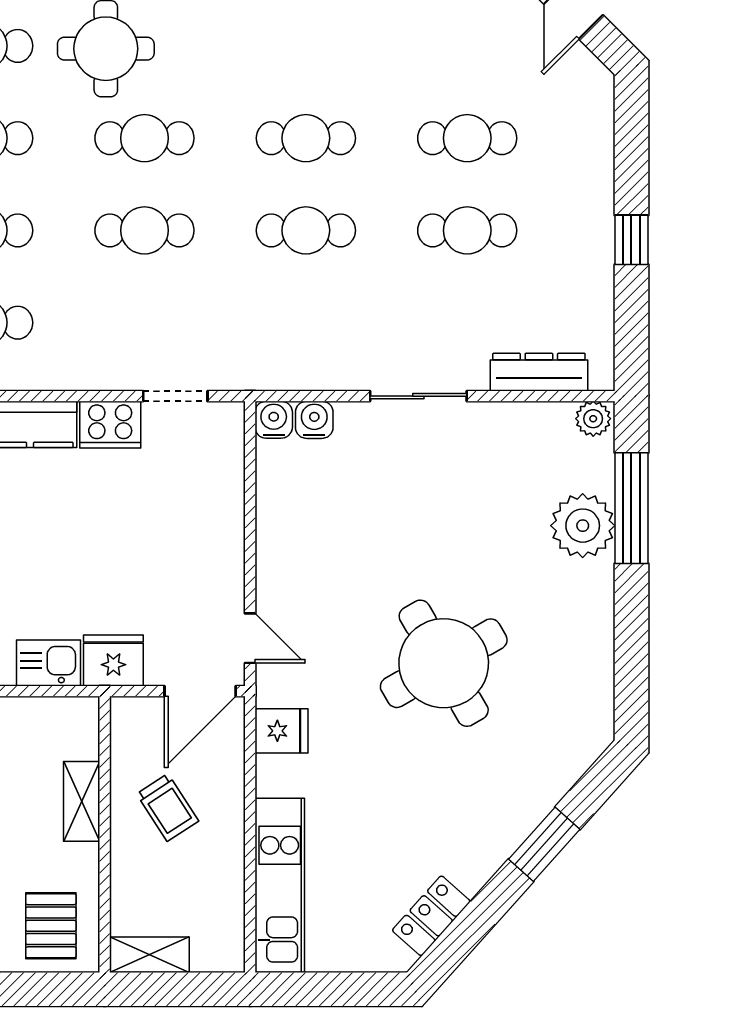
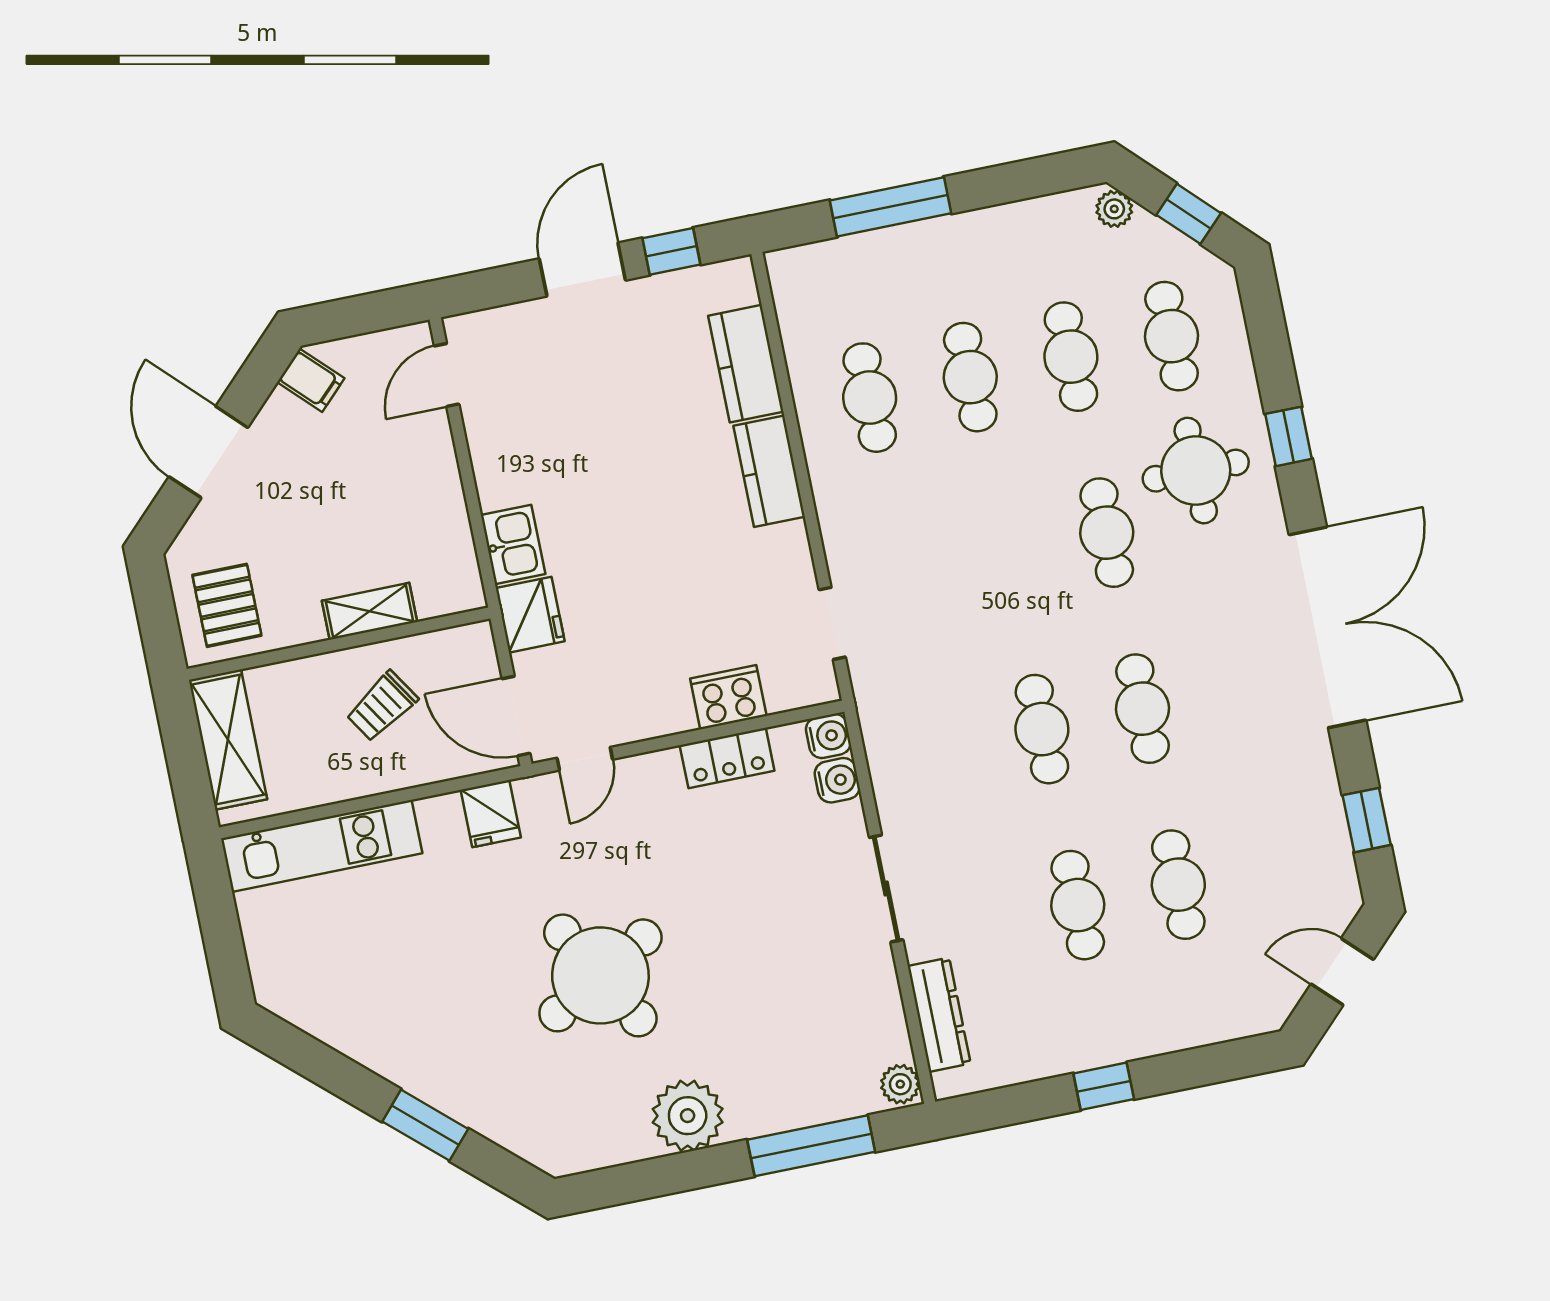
cafe table: (144, 230) -> (1006, 553), removed
cooker: (110, 425) -> (728, 697), moved, turned 90
plant: (583, 526) -> (688, 1116), moved
locker: (431, 916) -> (727, 758), moved, turned 138
pallet: (51, 926) -> (227, 605), turned 90
shelving: (149, 955) -> (228, 740), width x1.50, depth x1.33

